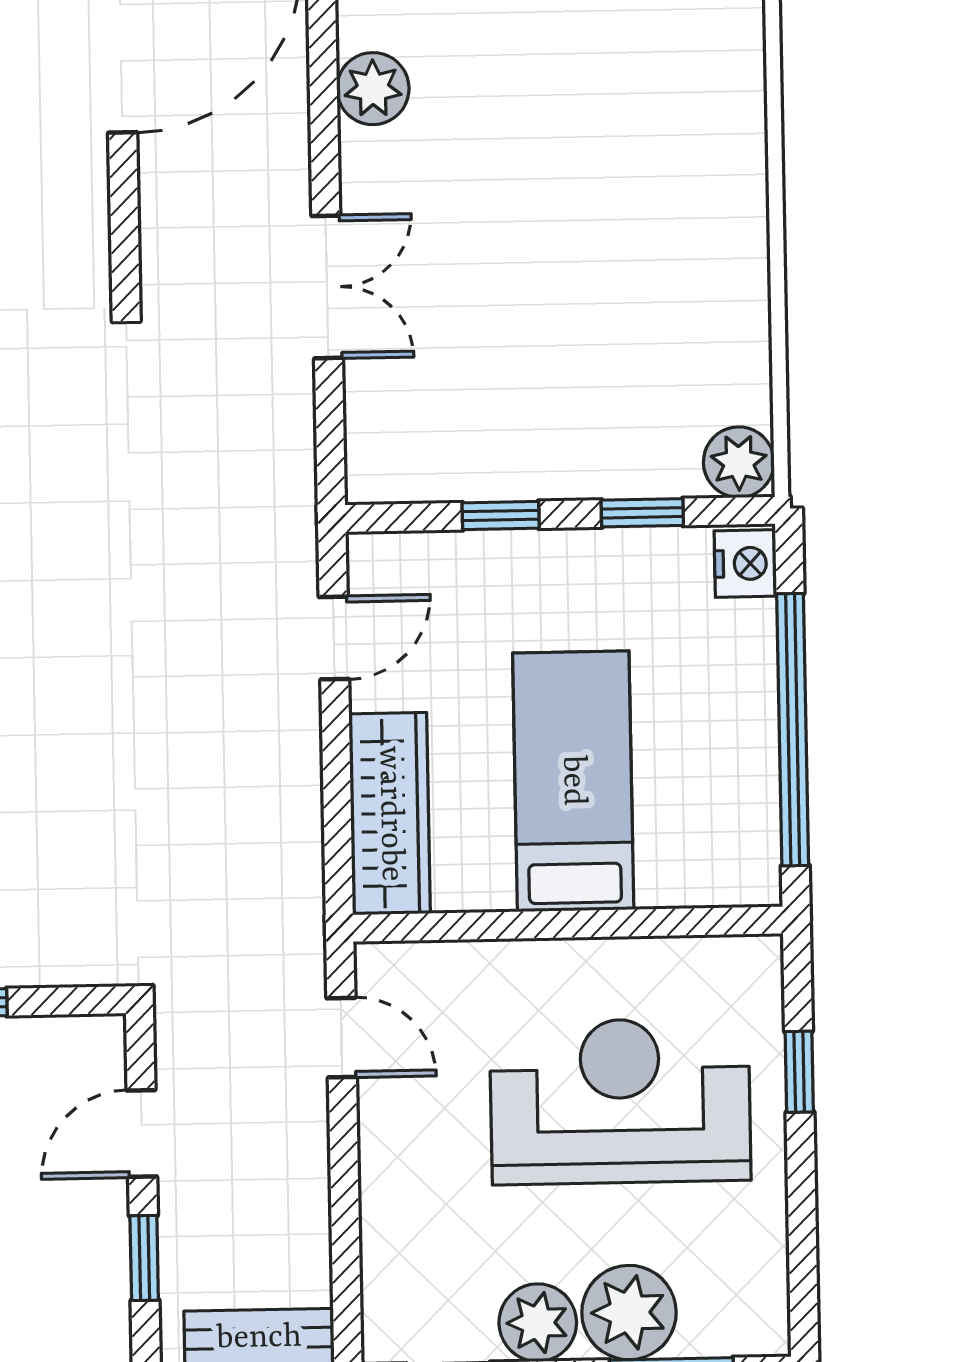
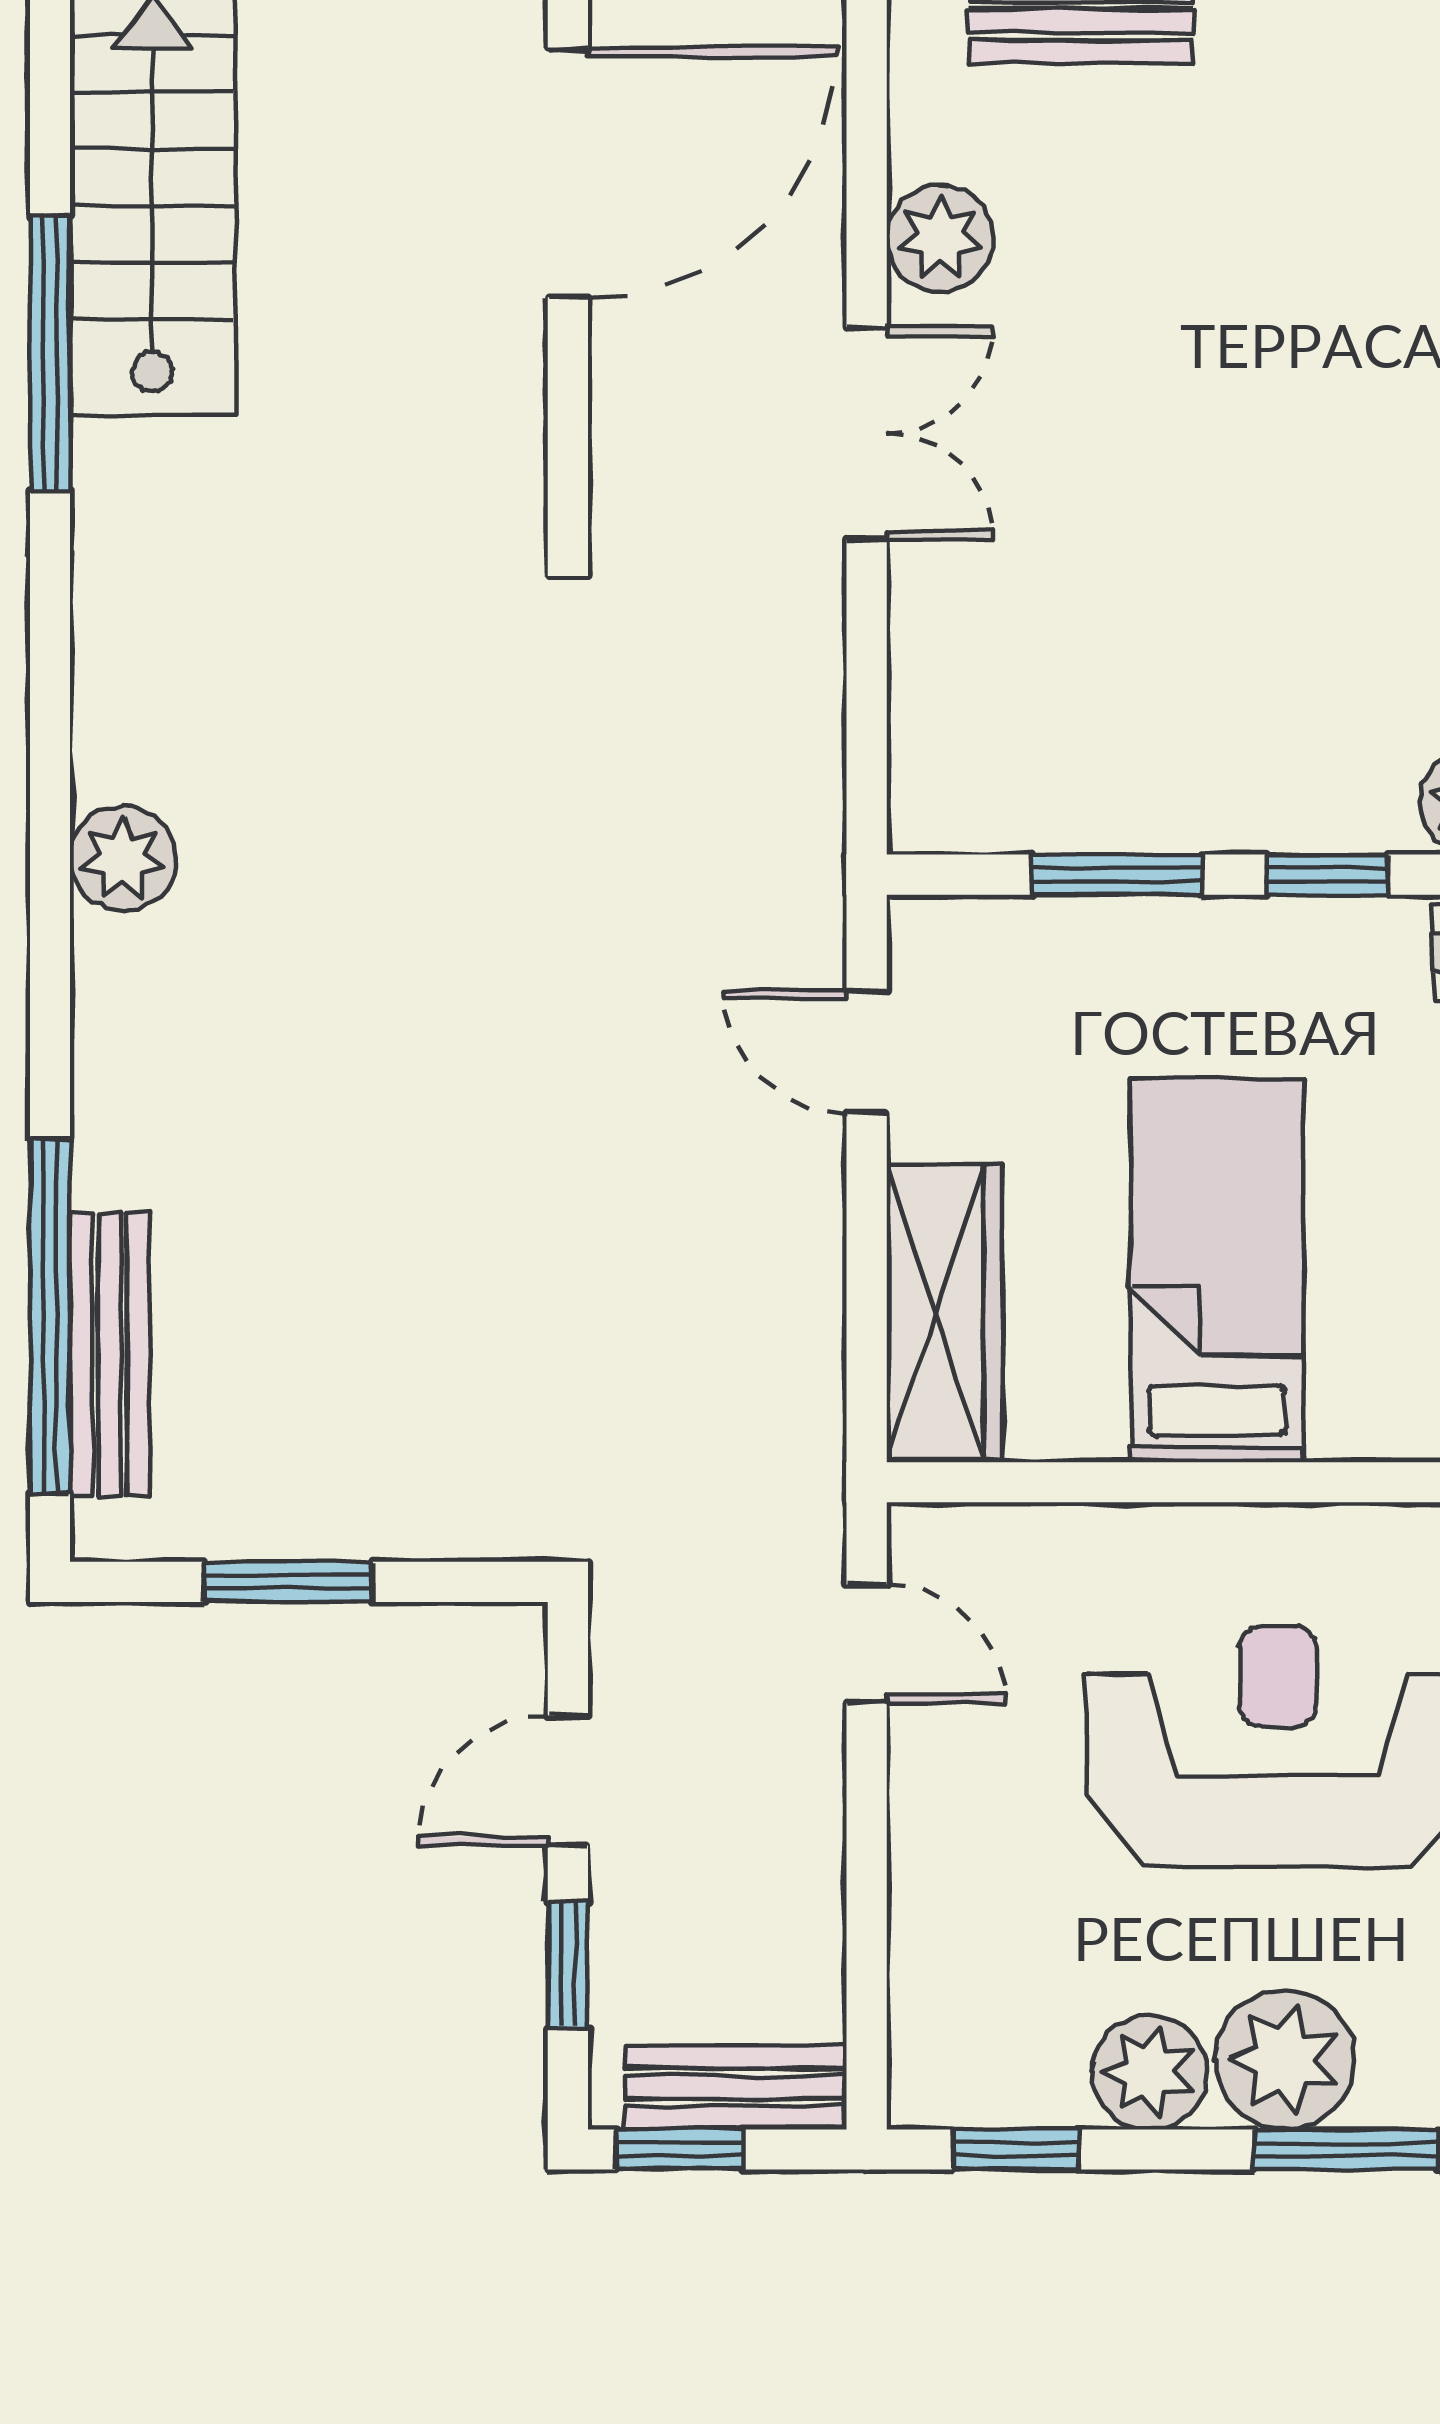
double door: (327, 287) -> (867, 433), moved
window: (501, 515) -> (1117, 875), width x1.50
door: (334, 638) -> (867, 1052), swing flipped

